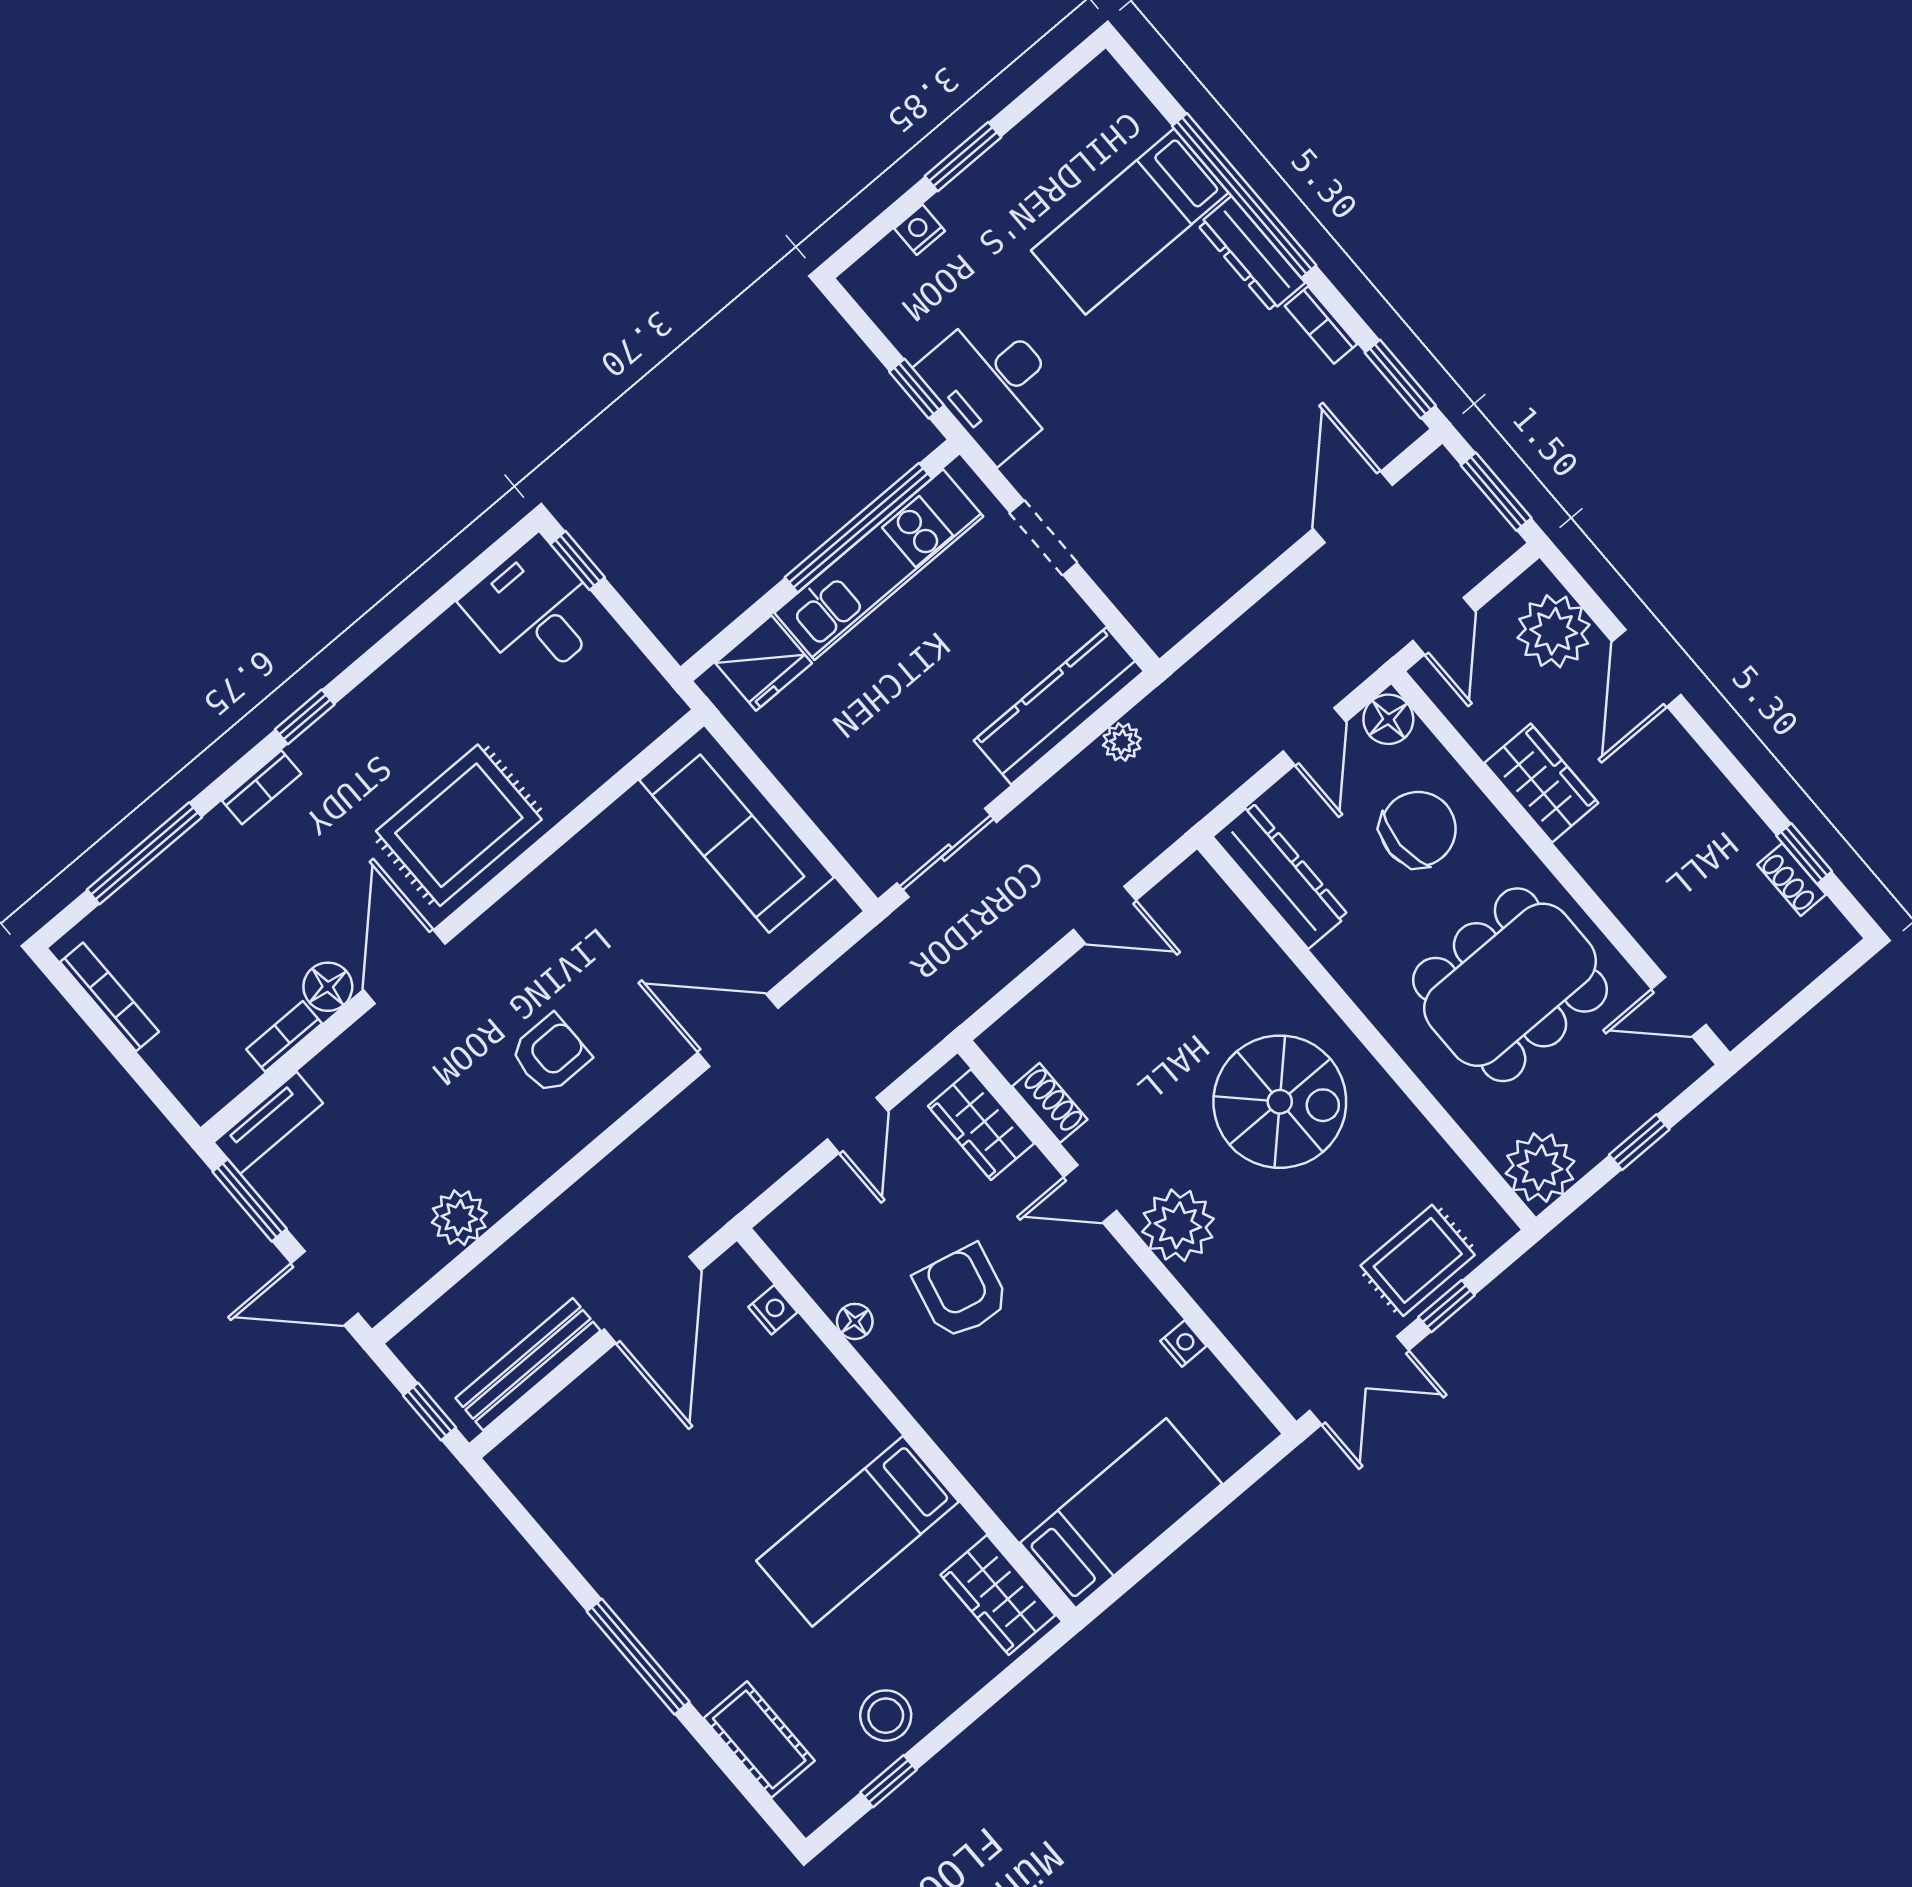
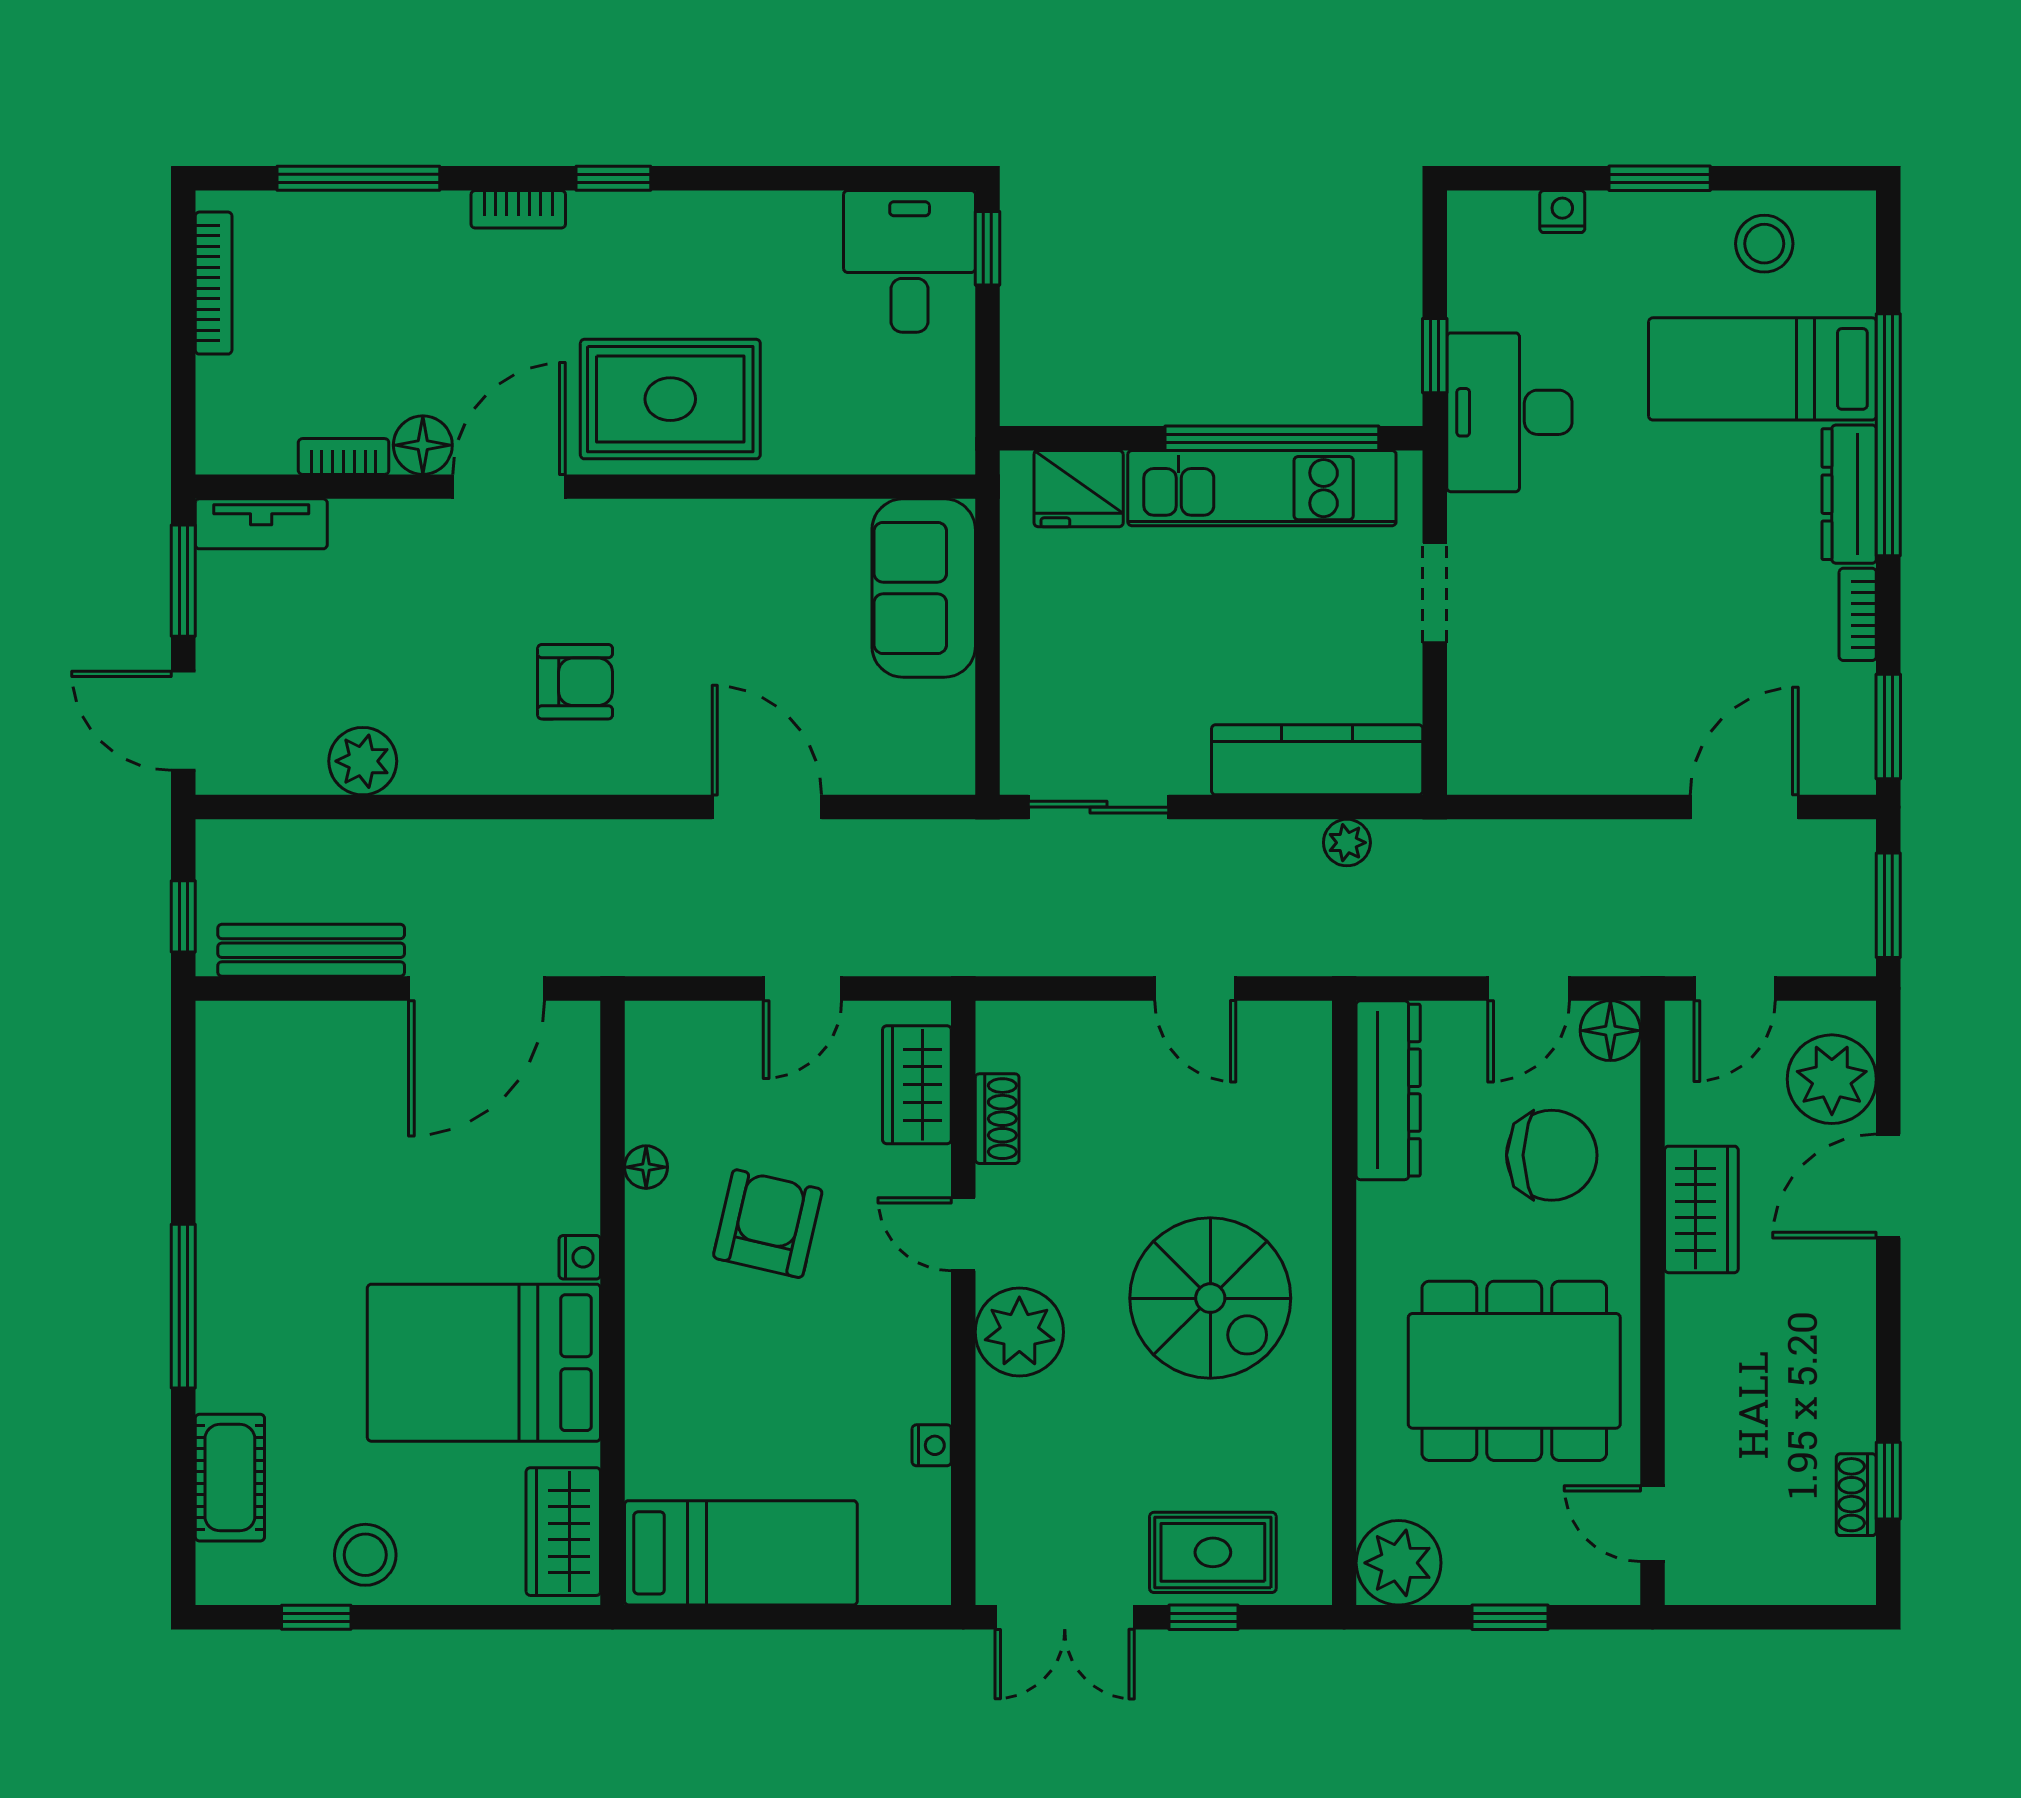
stool: (1064, 142) -> (1764, 244), added
sofa: (737, 829) -> (924, 588), width x0.73
nightstand: (773, 1310) -> (580, 1257), moved
bed: (858, 1531) -> (484, 1363), width x1.50

